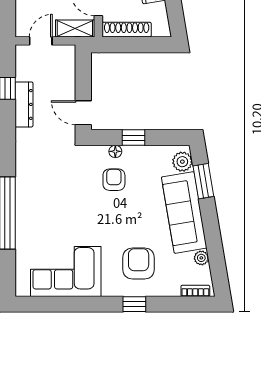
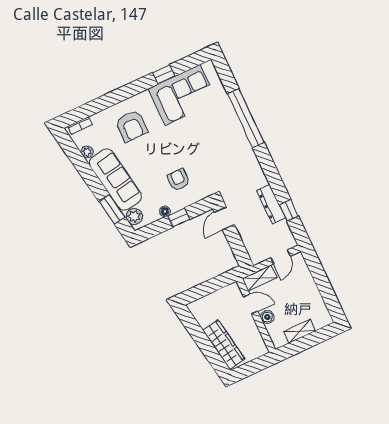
shoe rack: (127, 30) -> (221, 295), removed
door: (83, 113) -> (224, 218), swing flipped
floor lamp: (115, 151) -> (165, 211), moved
armchair: (114, 180) -> (179, 180), turned 180
window: (134, 304) -> (164, 74), moved

